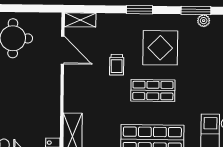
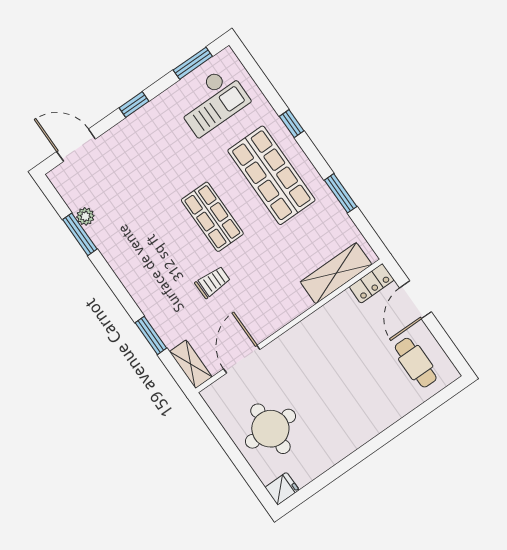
window: (140, 10) -> (151, 335), moved
display table: (160, 48) -> (155, 245), removed

